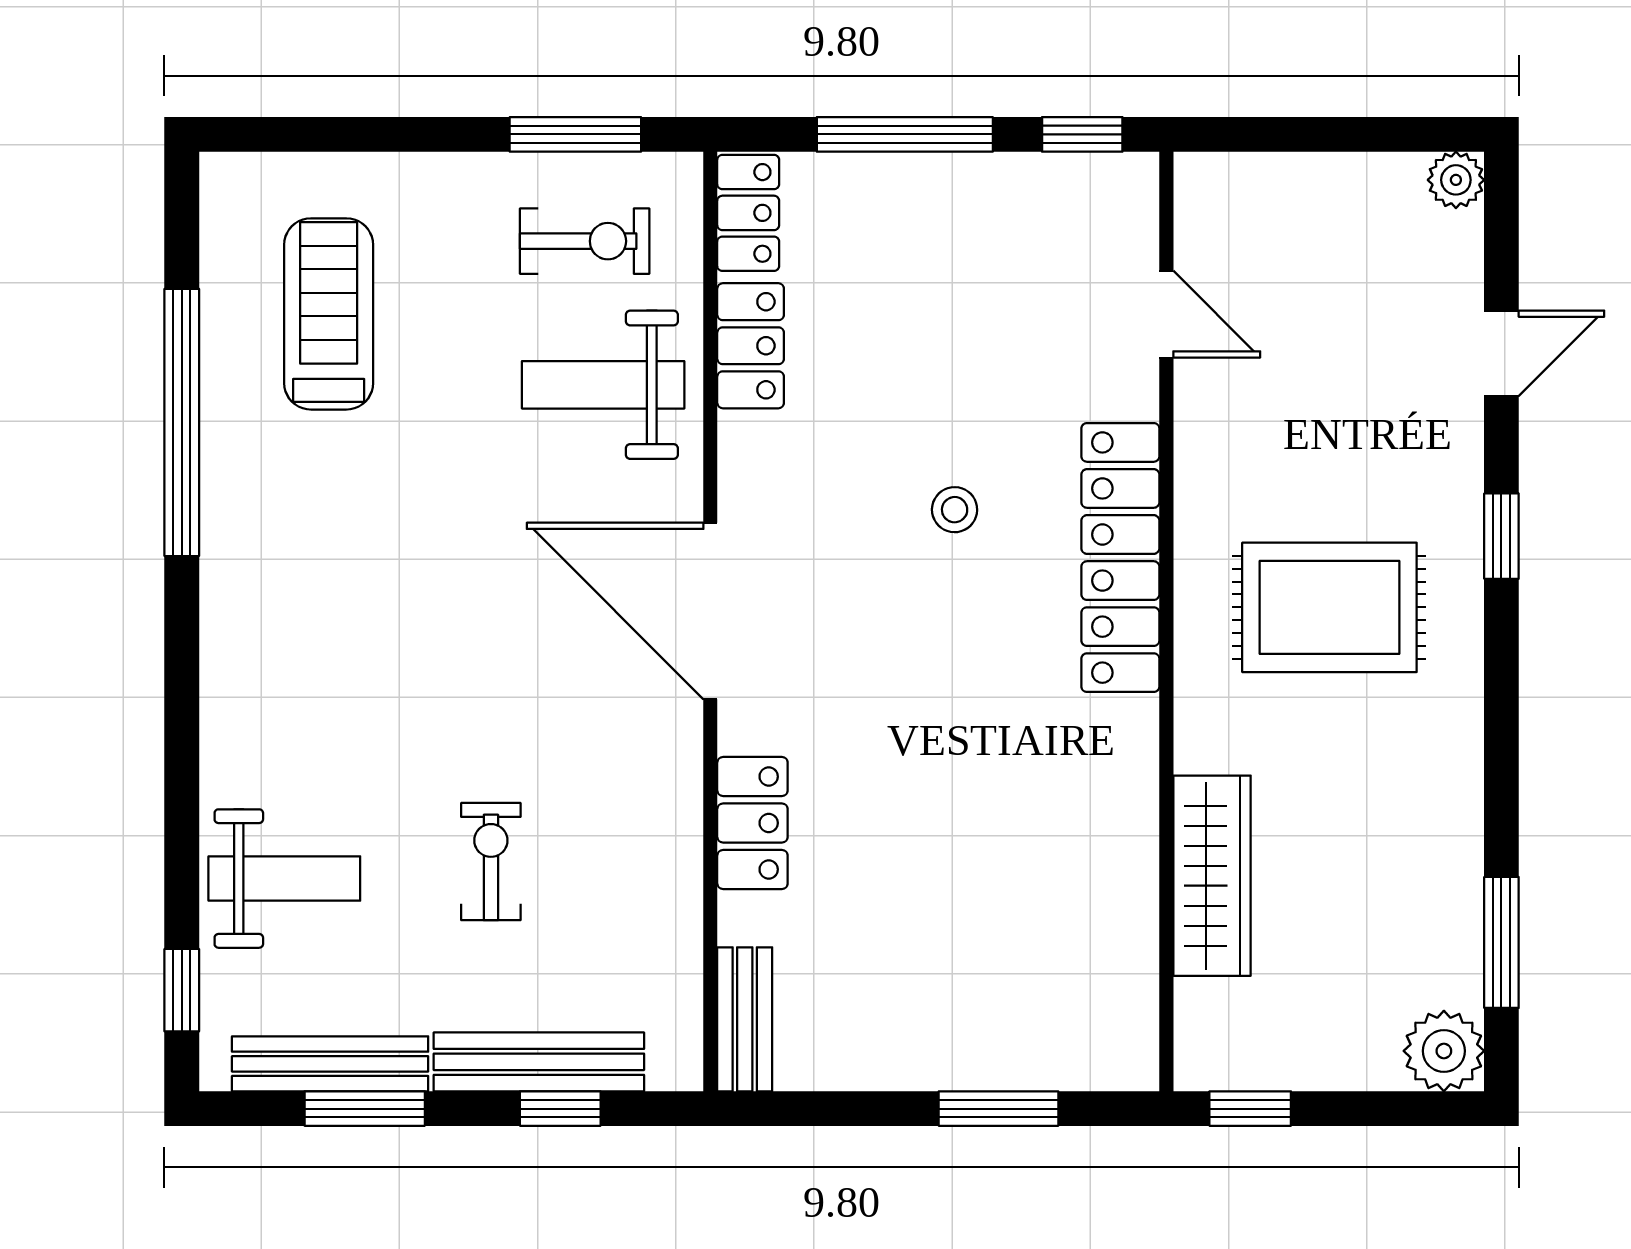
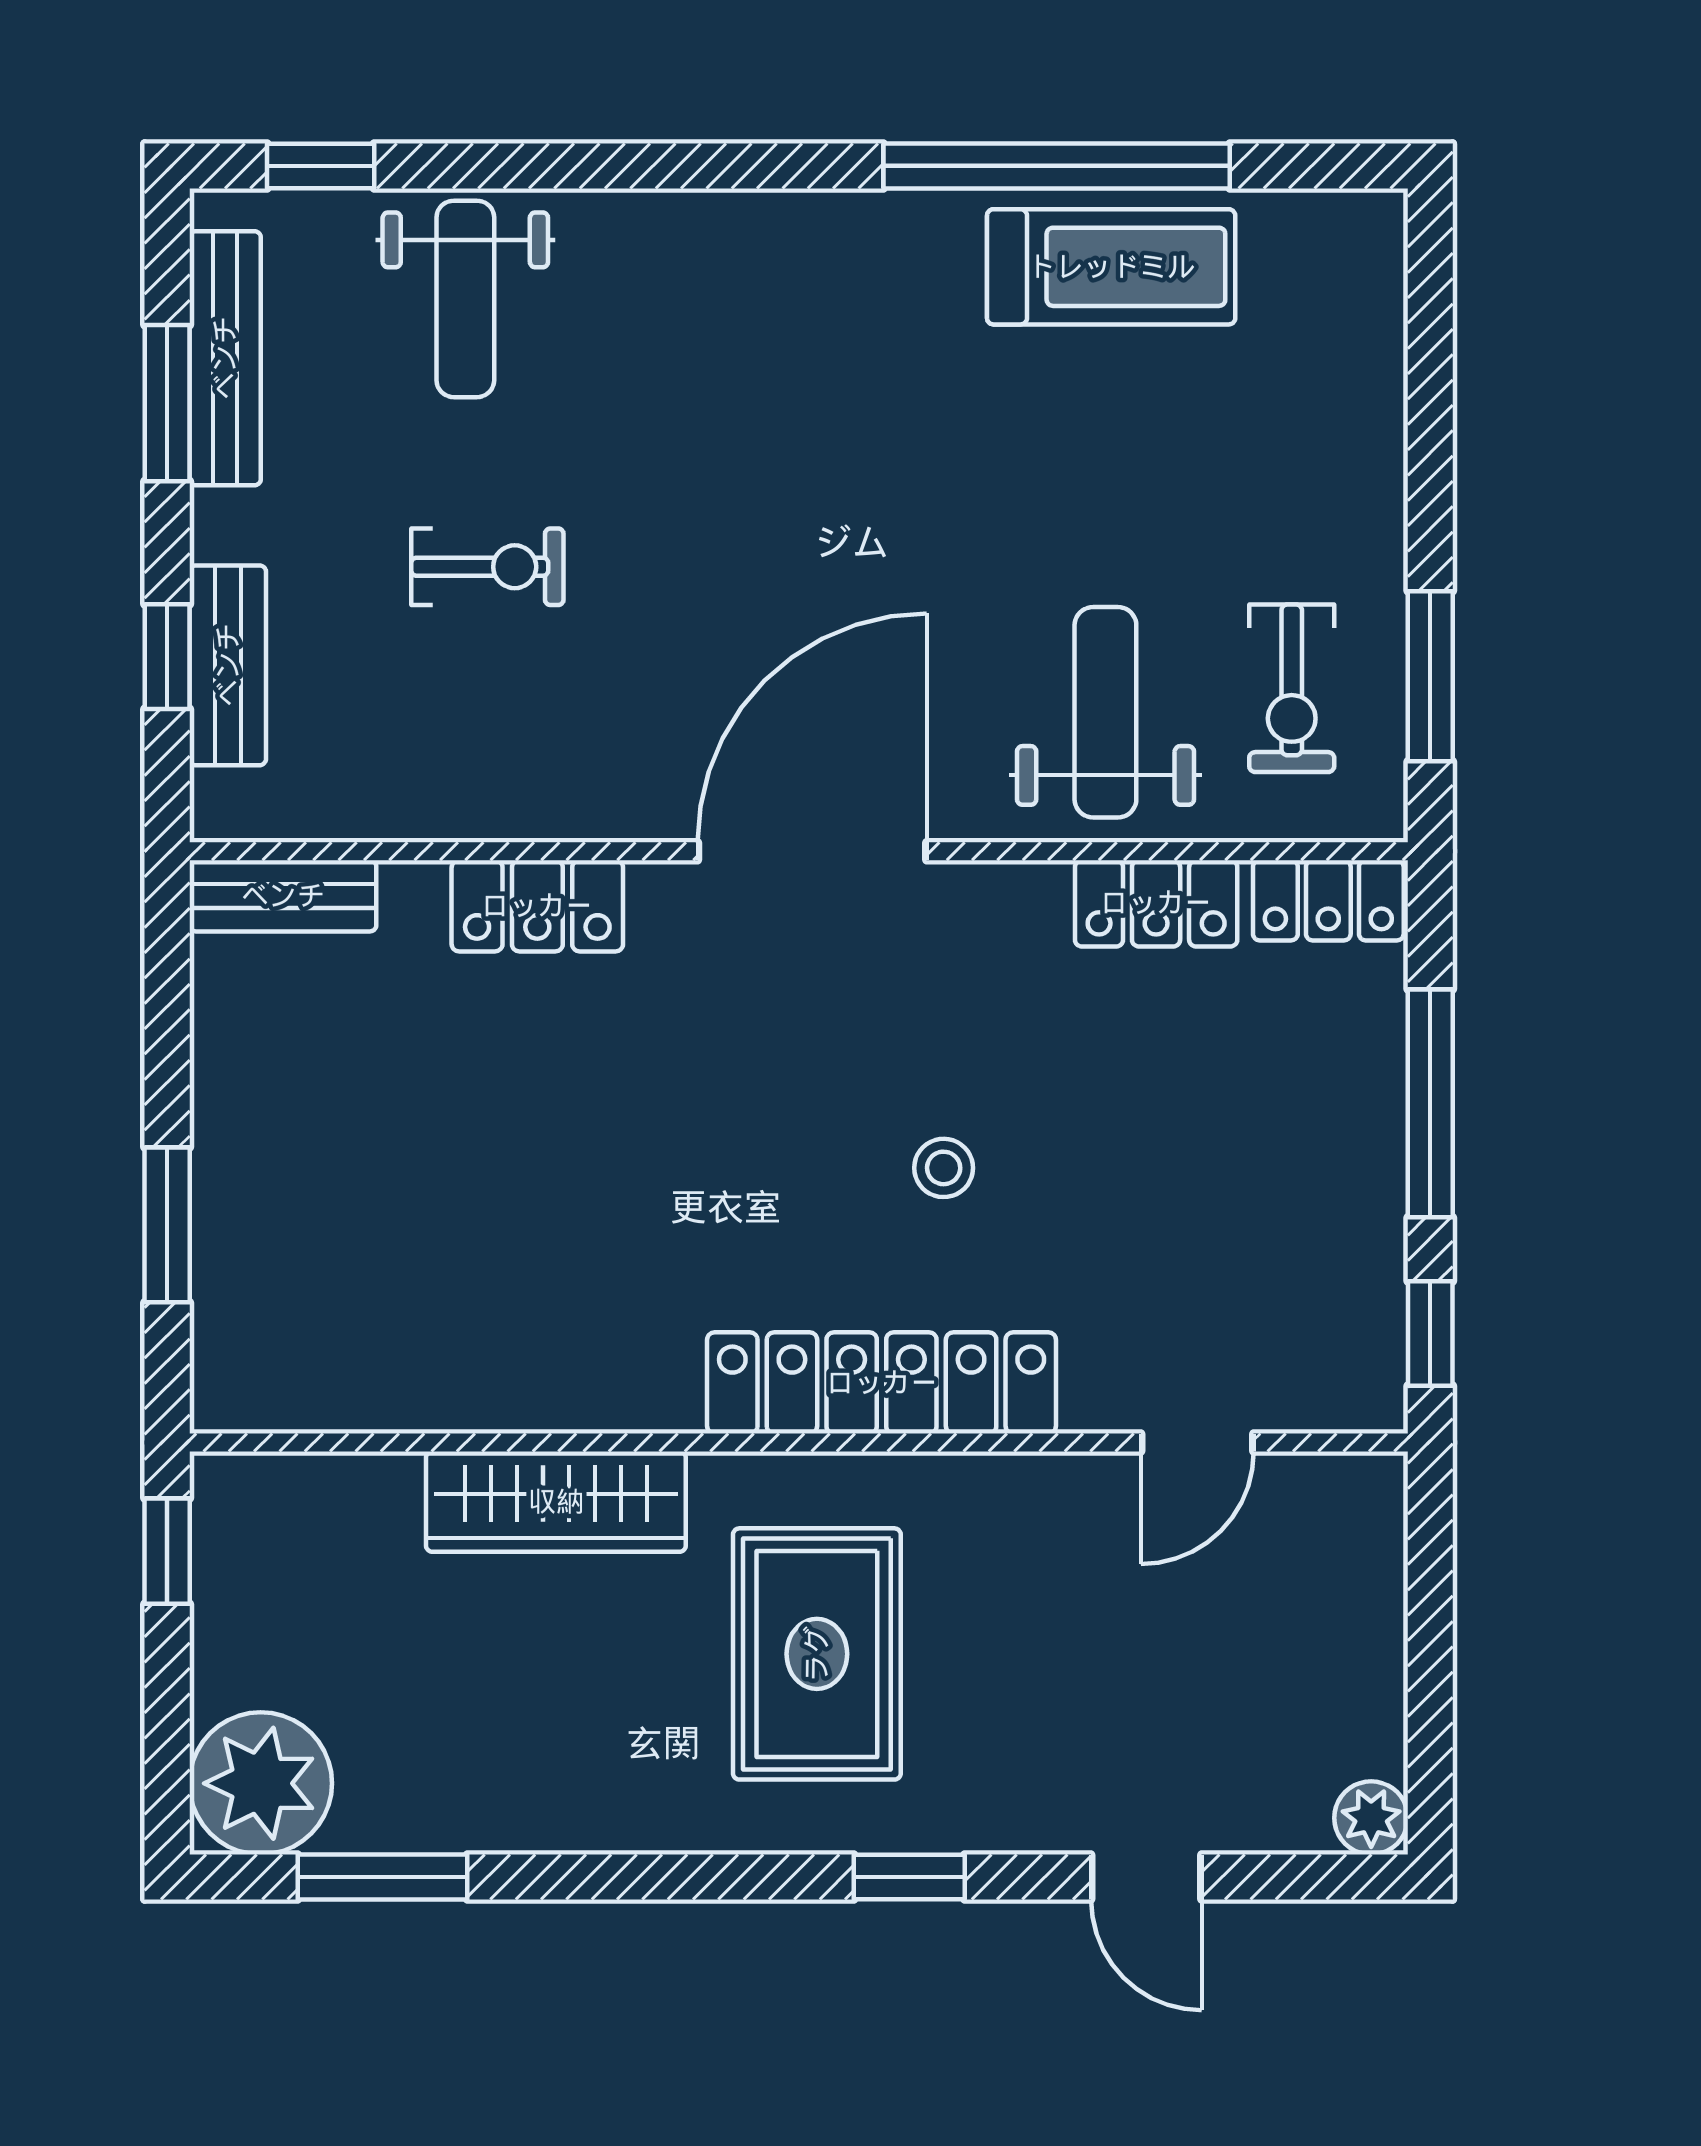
treadmill: (329, 314) -> (1111, 267), moved
wardrobe: (1212, 876) -> (556, 1502), moved
plant: (1444, 1051) -> (261, 1783), width x1.36, depth x1.36
bench: (539, 1062) -> (228, 665), width x0.73

